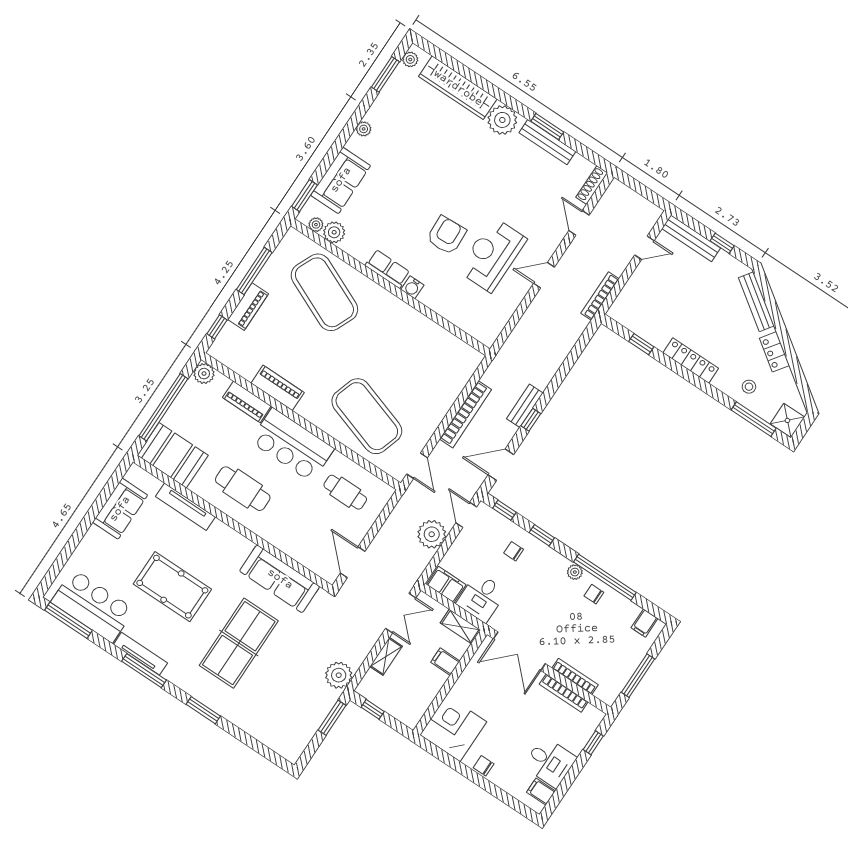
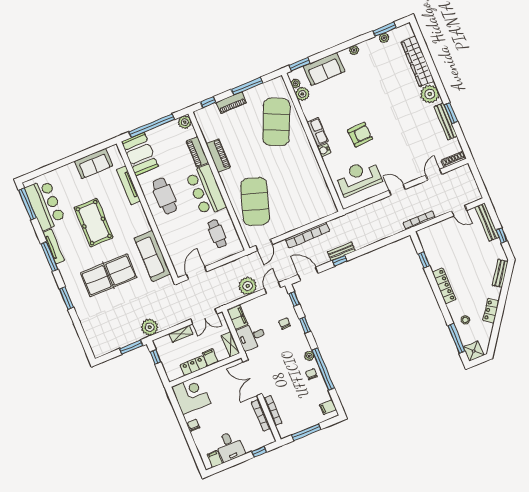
plant: (410, 59) -> (384, 38), moved
reception desk: (492, 255) -> (359, 177), moved
bench: (756, 302) -> (500, 273), width x0.73
locker: (431, 687) -> (193, 366), added

